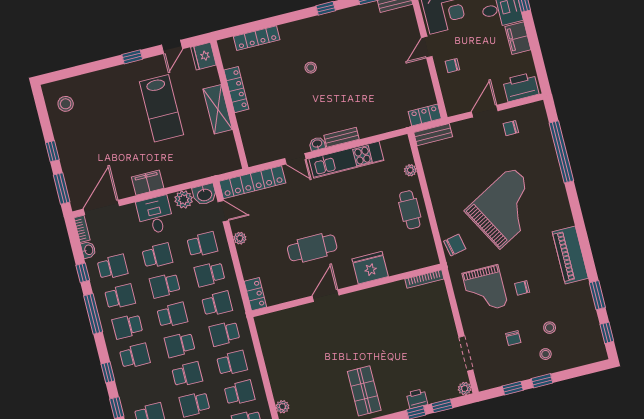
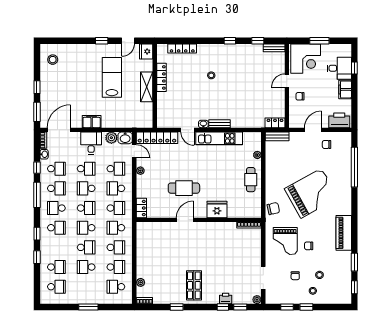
lab bench: (161, 108) -> (112, 77), turned 180

